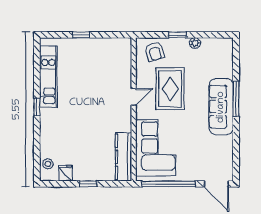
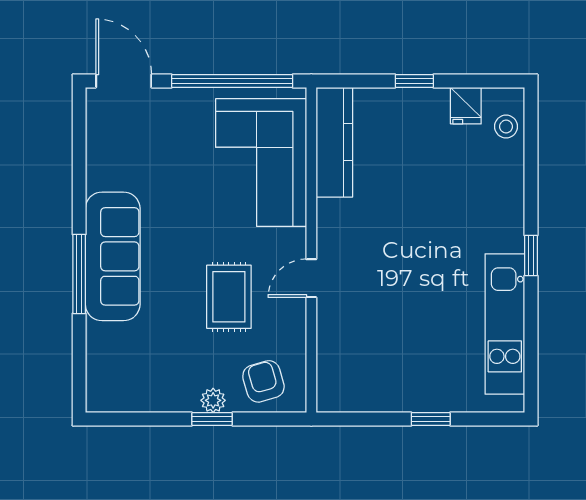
plant: (195, 43) -> (213, 400), moved
rug: (170, 89) -> (229, 297), width x0.73, depth x0.70

